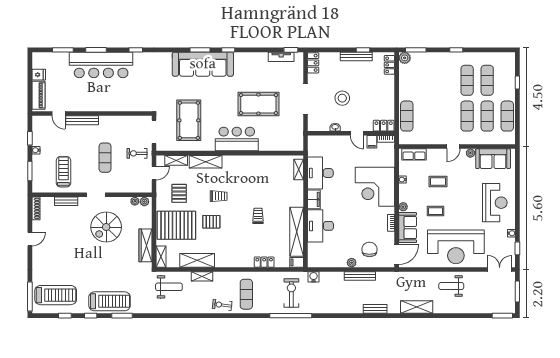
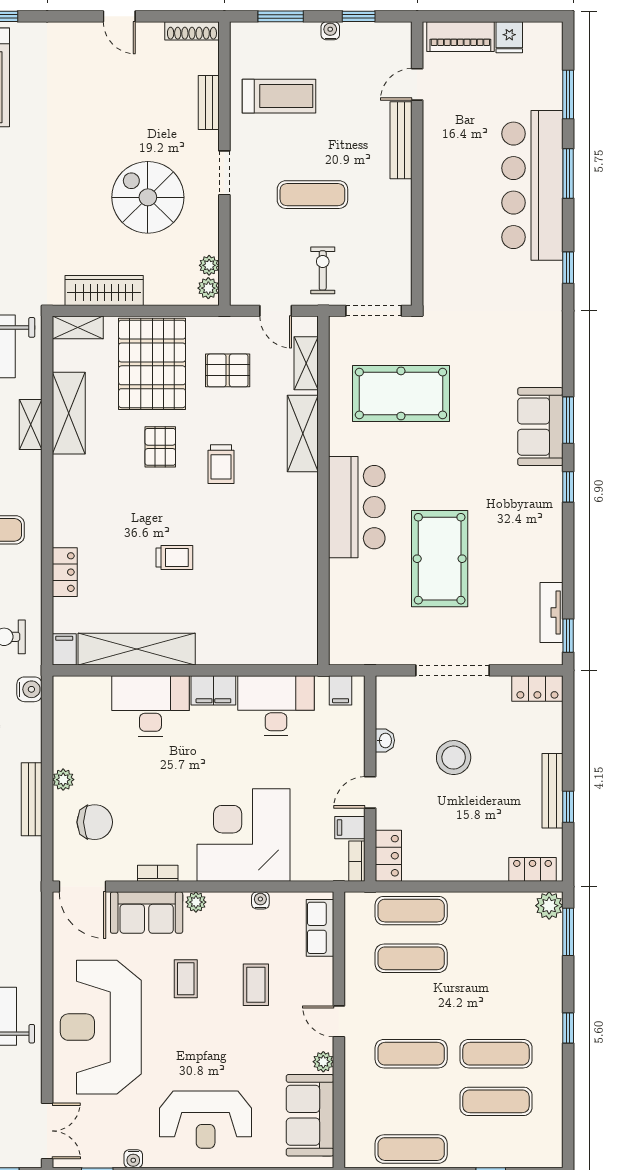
sofa: (203, 64) -> (540, 427), width x0.54, depth x0.79
exercise mat: (487, 116) -> (411, 958), moved
filing cabinet: (314, 146) -> (341, 690), added
shelving: (299, 170) -> (284, 654), removed

